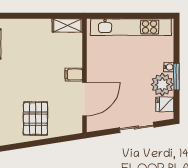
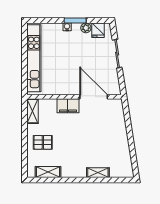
filing cabinet: (74, 75) -> (68, 106), width x2.00
plant: (162, 84) -> (86, 28), width x0.53, depth x0.53
pallet: (35, 119) -> (43, 142), moved, width x0.67, depth x0.71

